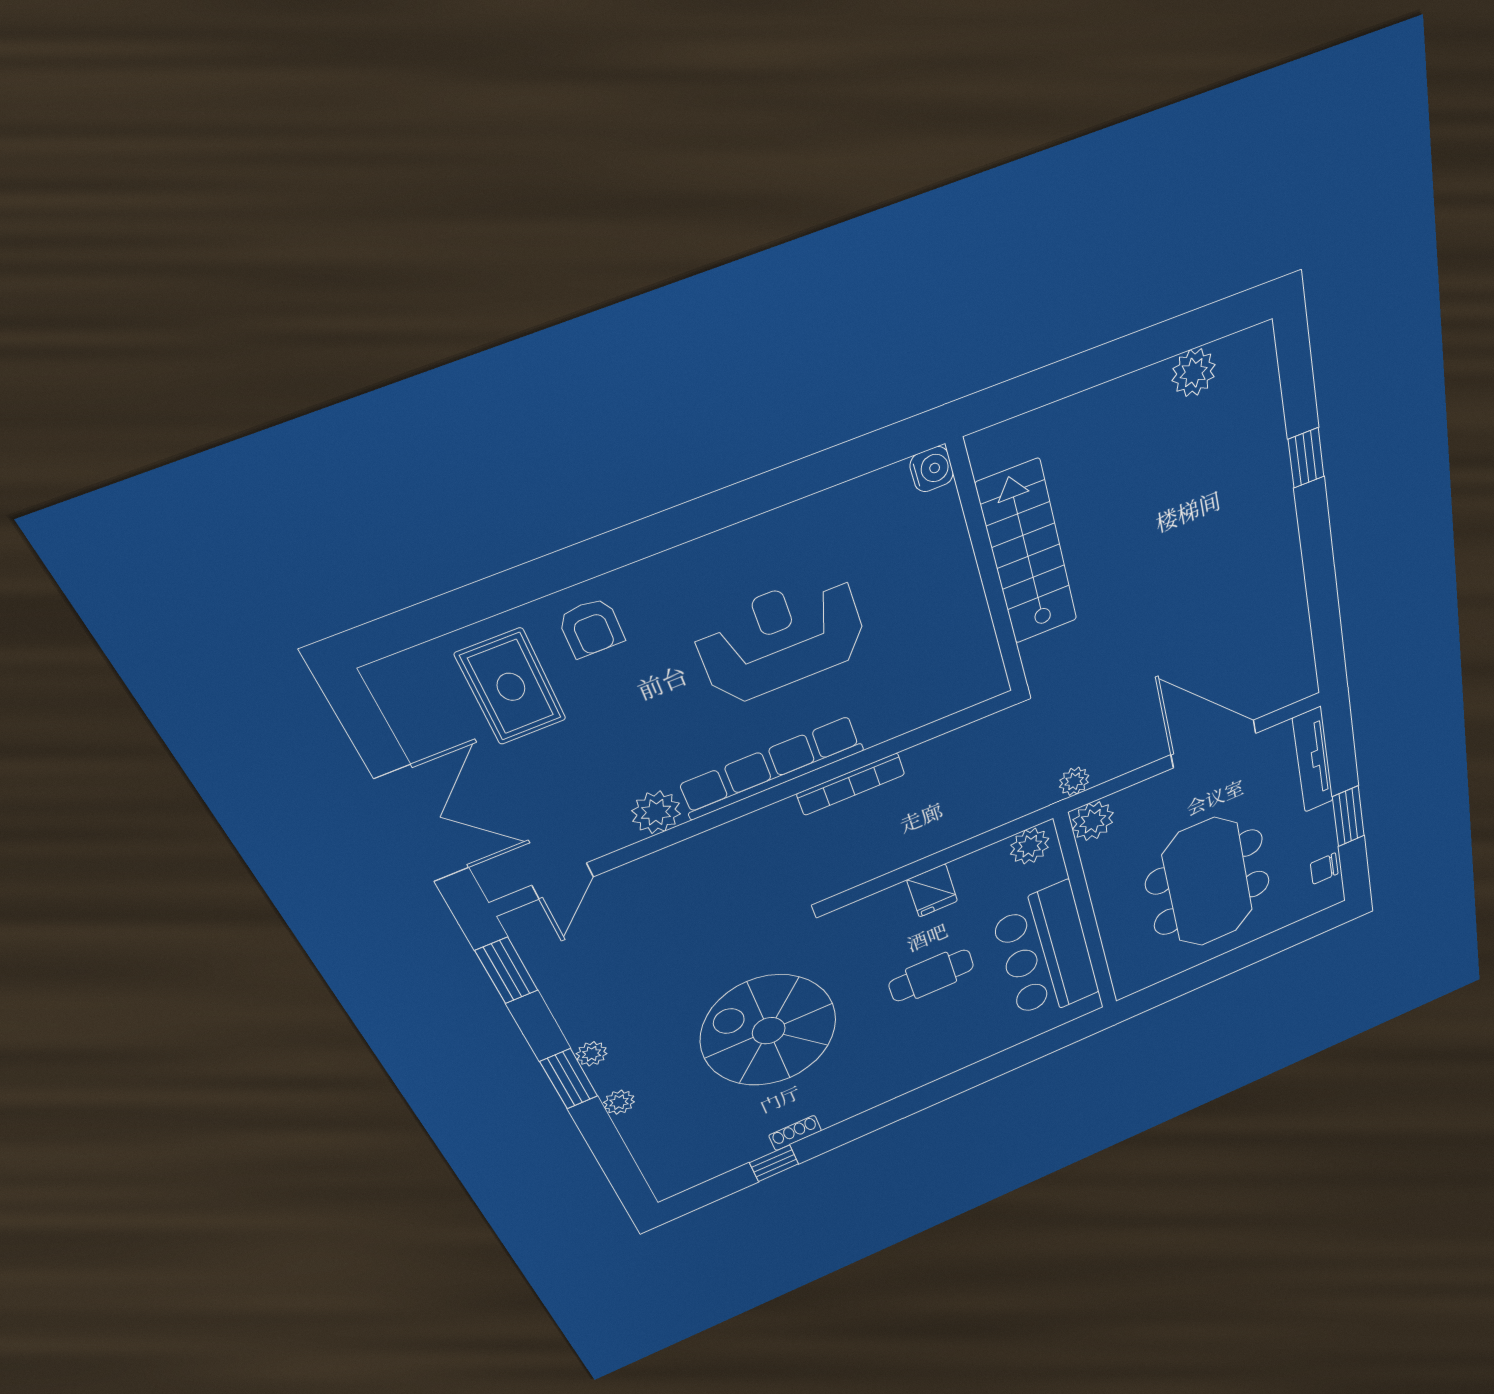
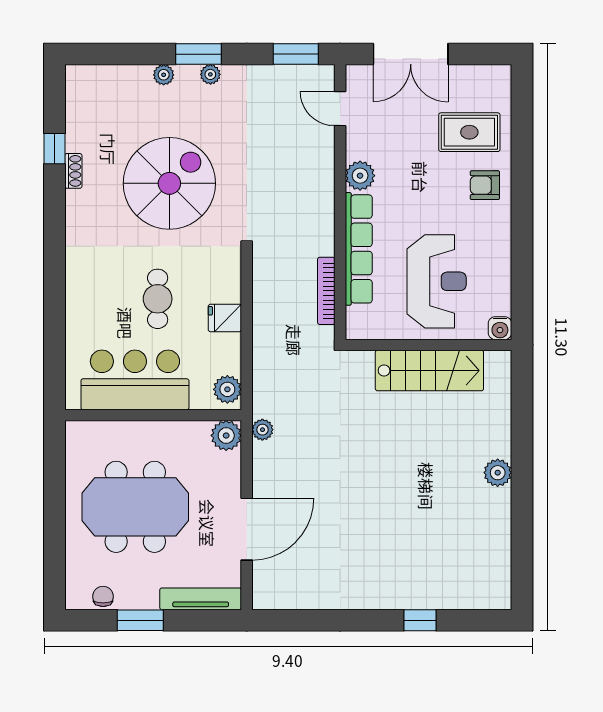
plant: (1194, 373) -> (498, 473), moved
water cooler: (932, 469) -> (500, 328), moved
stairs: (1027, 553) -> (429, 371), moved
wall: (988, 570) -> (428, 345), moved

